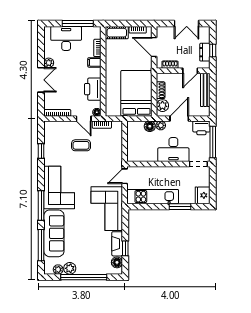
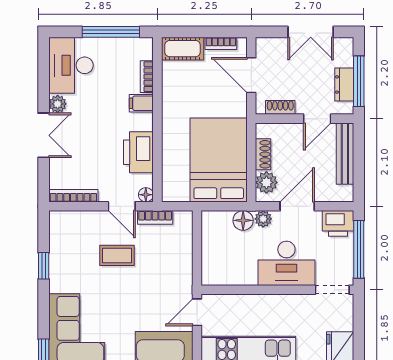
desk: (66, 38) -> (71, 65), moved, turned -90
window: (213, 50) -> (359, 81), width x2.17

